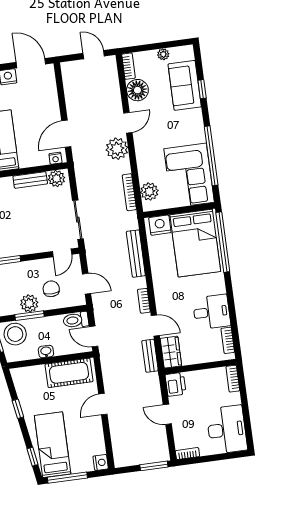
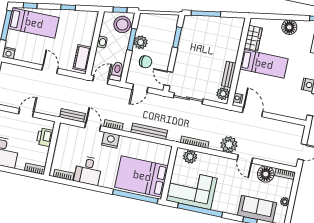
nightstand: (160, 225) -> (111, 140), moved, turned -90
door: (155, 326) -> (93, 127), swing flipped
wardrobe: (171, 352) -> (70, 131), removed
cot: (69, 373) -> (82, 58), width x0.73, depth x0.75
printer: (176, 384) -> (45, 137), moved, turned 90

